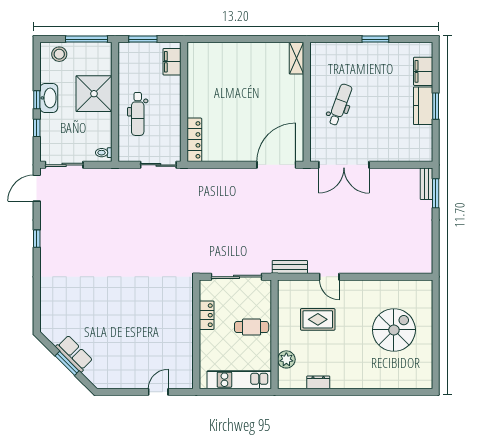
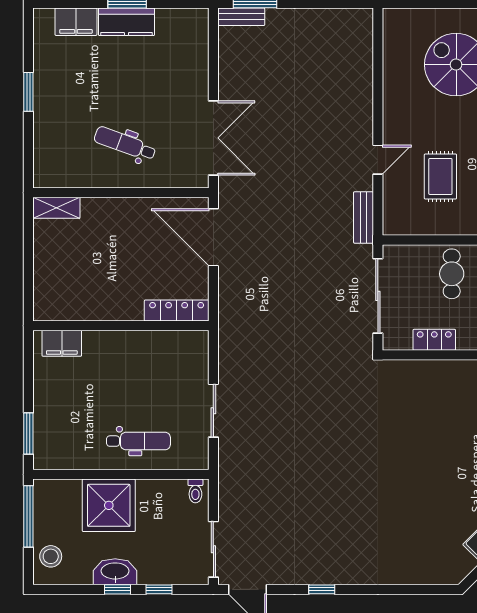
filing cabinet: (172, 62) -> (62, 343), moved
wall: (184, 102) -> (121, 326), moved
locker: (194, 140) -> (177, 311), moved

